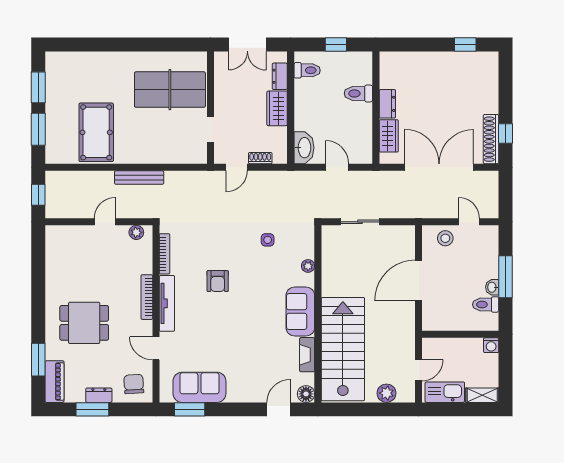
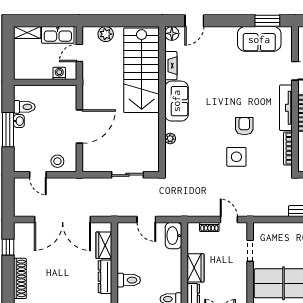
dresser: (387, 104) -> (105, 277), width x1.44
shoe rack: (491, 139) -> (20, 278), moved
door: (237, 167) -> (229, 220), hinge flipped
side table: (268, 240) -> (236, 157), moved, width x1.87, depth x1.87
washing machine: (491, 345) -> (59, 73), moved

